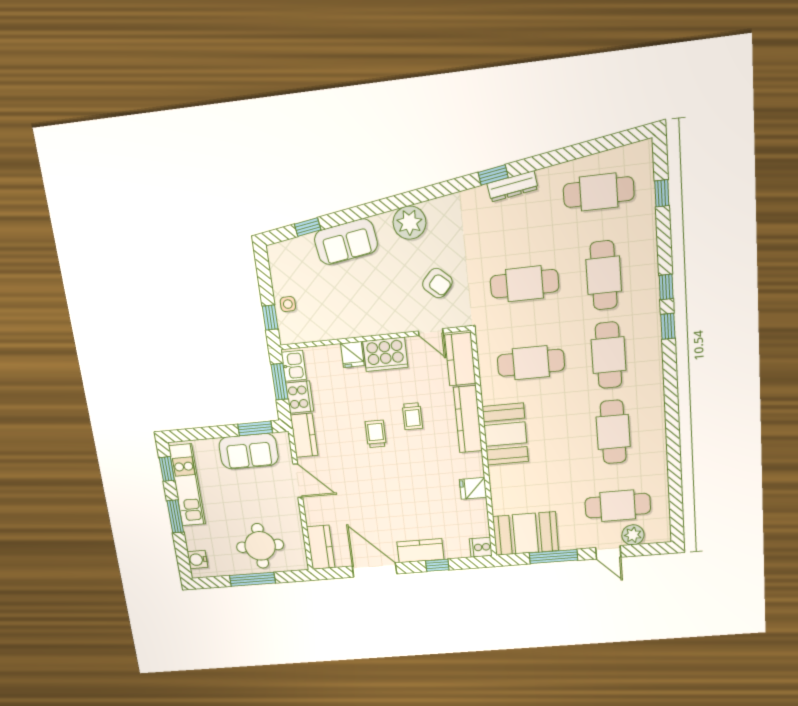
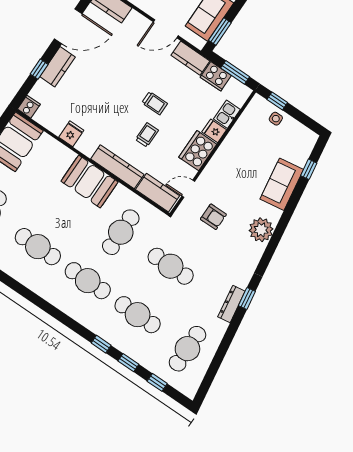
armchair: (437, 283) -> (213, 217), turned -132
cafe table: (524, 284) -> (171, 266), turned 90
window: (668, 326) -> (128, 363), moved
kitchen sink: (294, 366) -> (227, 114), moved, turned 90
trolley: (412, 416) -> (147, 135), turned 90

